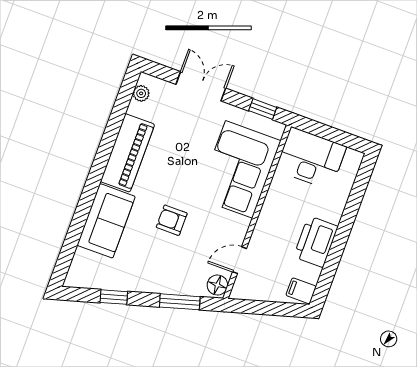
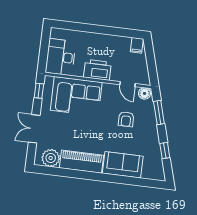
plant: (141, 93) -> (51, 158), width x1.88, depth x1.88
armchair: (172, 220) -> (126, 119), moved
printer: (316, 242) -> (97, 70), moved, turned 180

